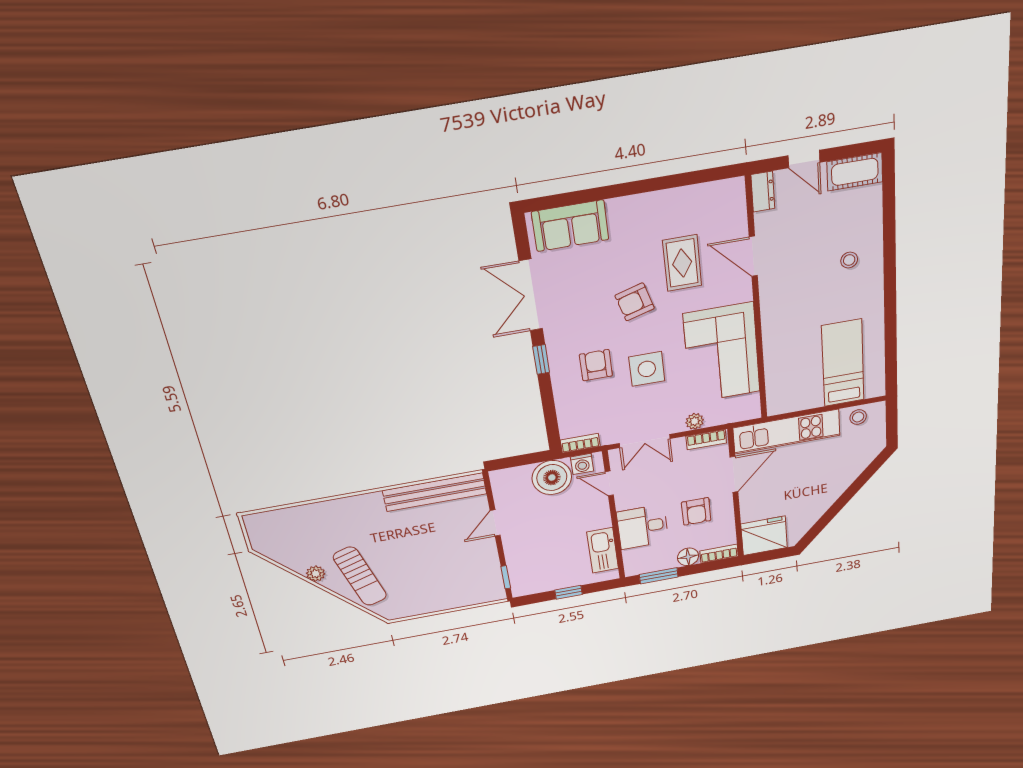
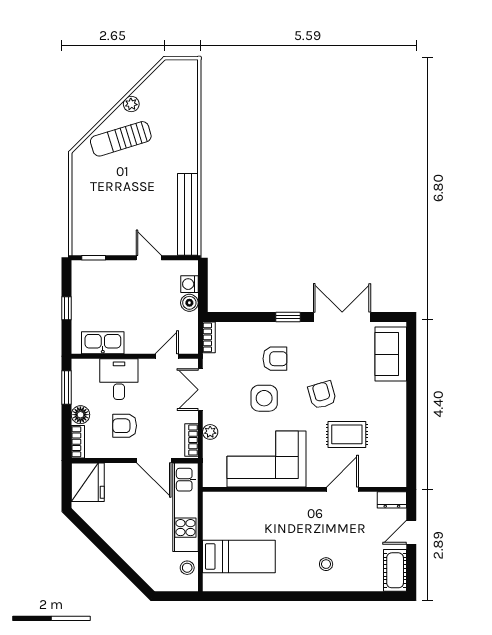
washing machine: (582, 464) -> (189, 284), moved
boiler: (552, 478) -> (189, 303), width x0.54, depth x0.54

